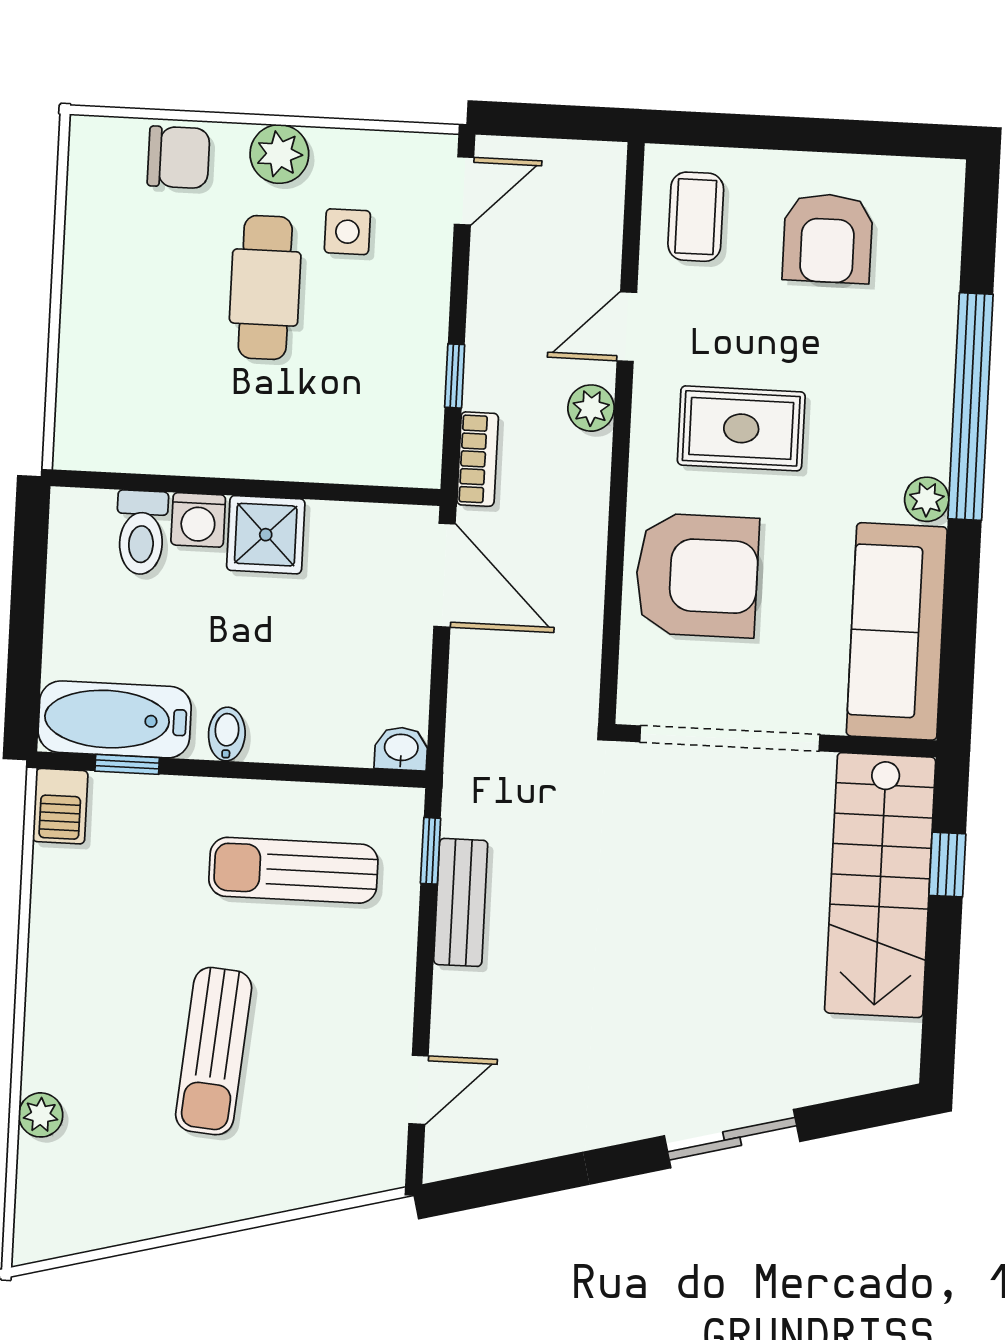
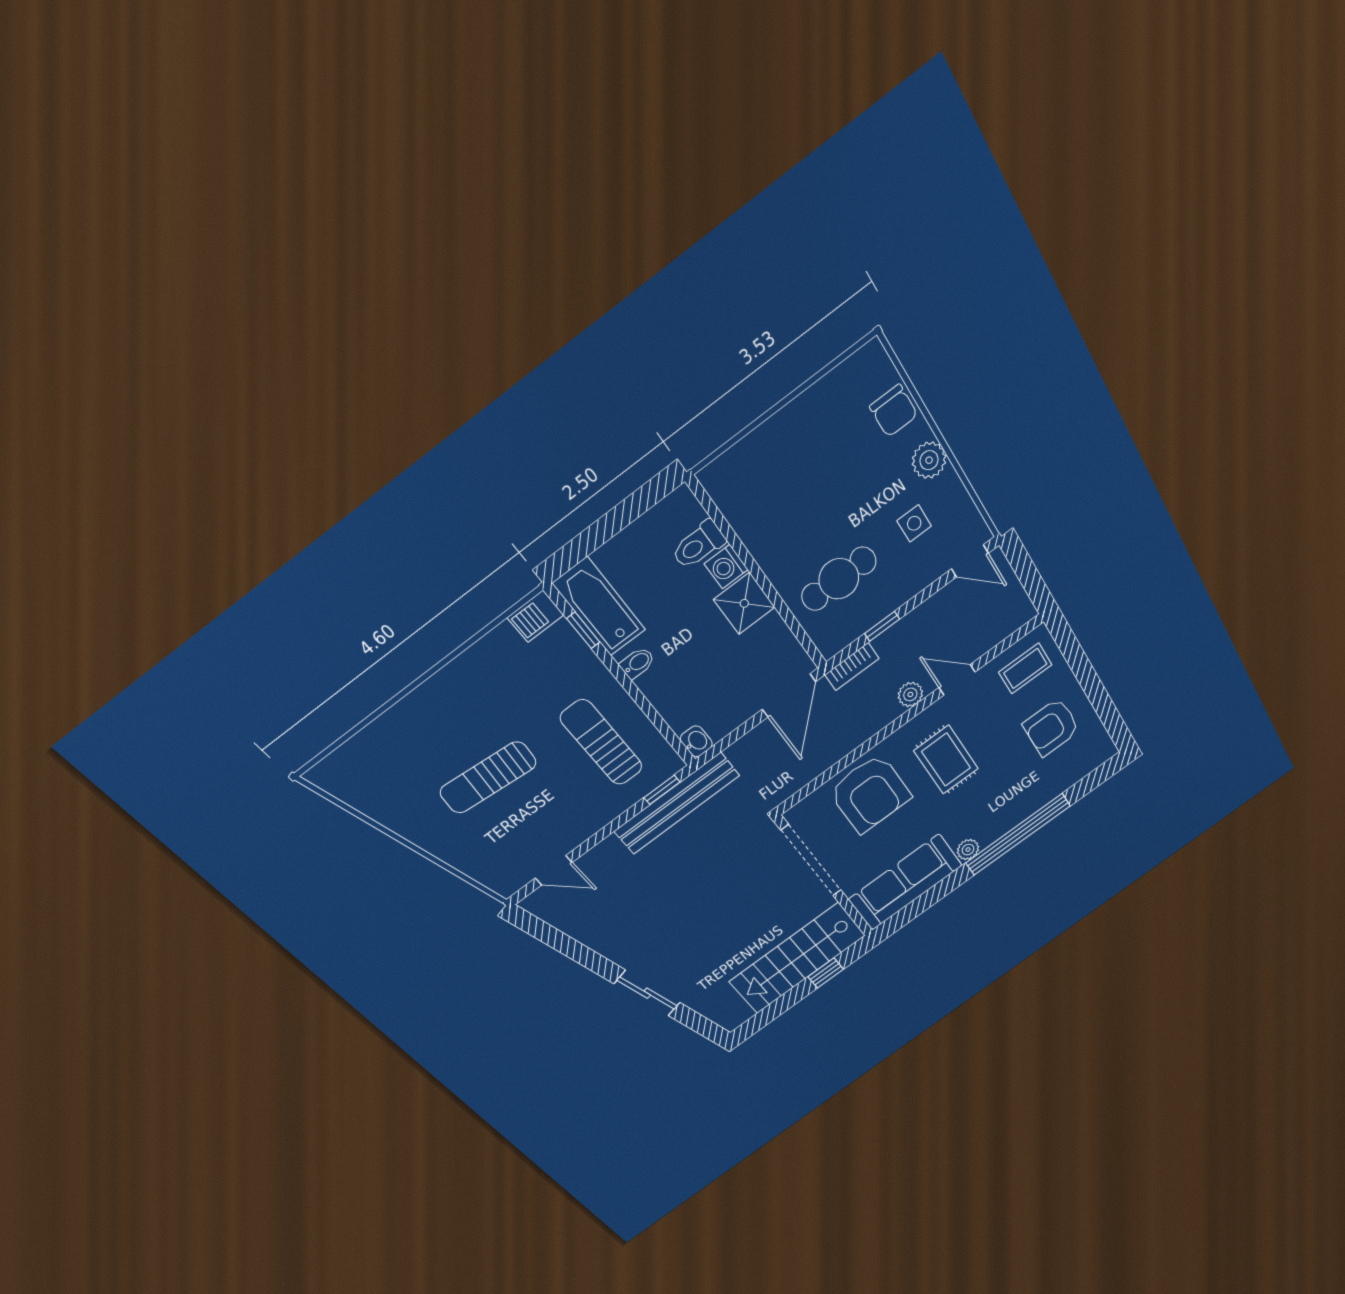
cafe table: (265, 287) -> (839, 579), moved
bench: (461, 902) -> (677, 803), width x1.86, depth x1.21
plant: (41, 1115) -> (383, 730), removed

